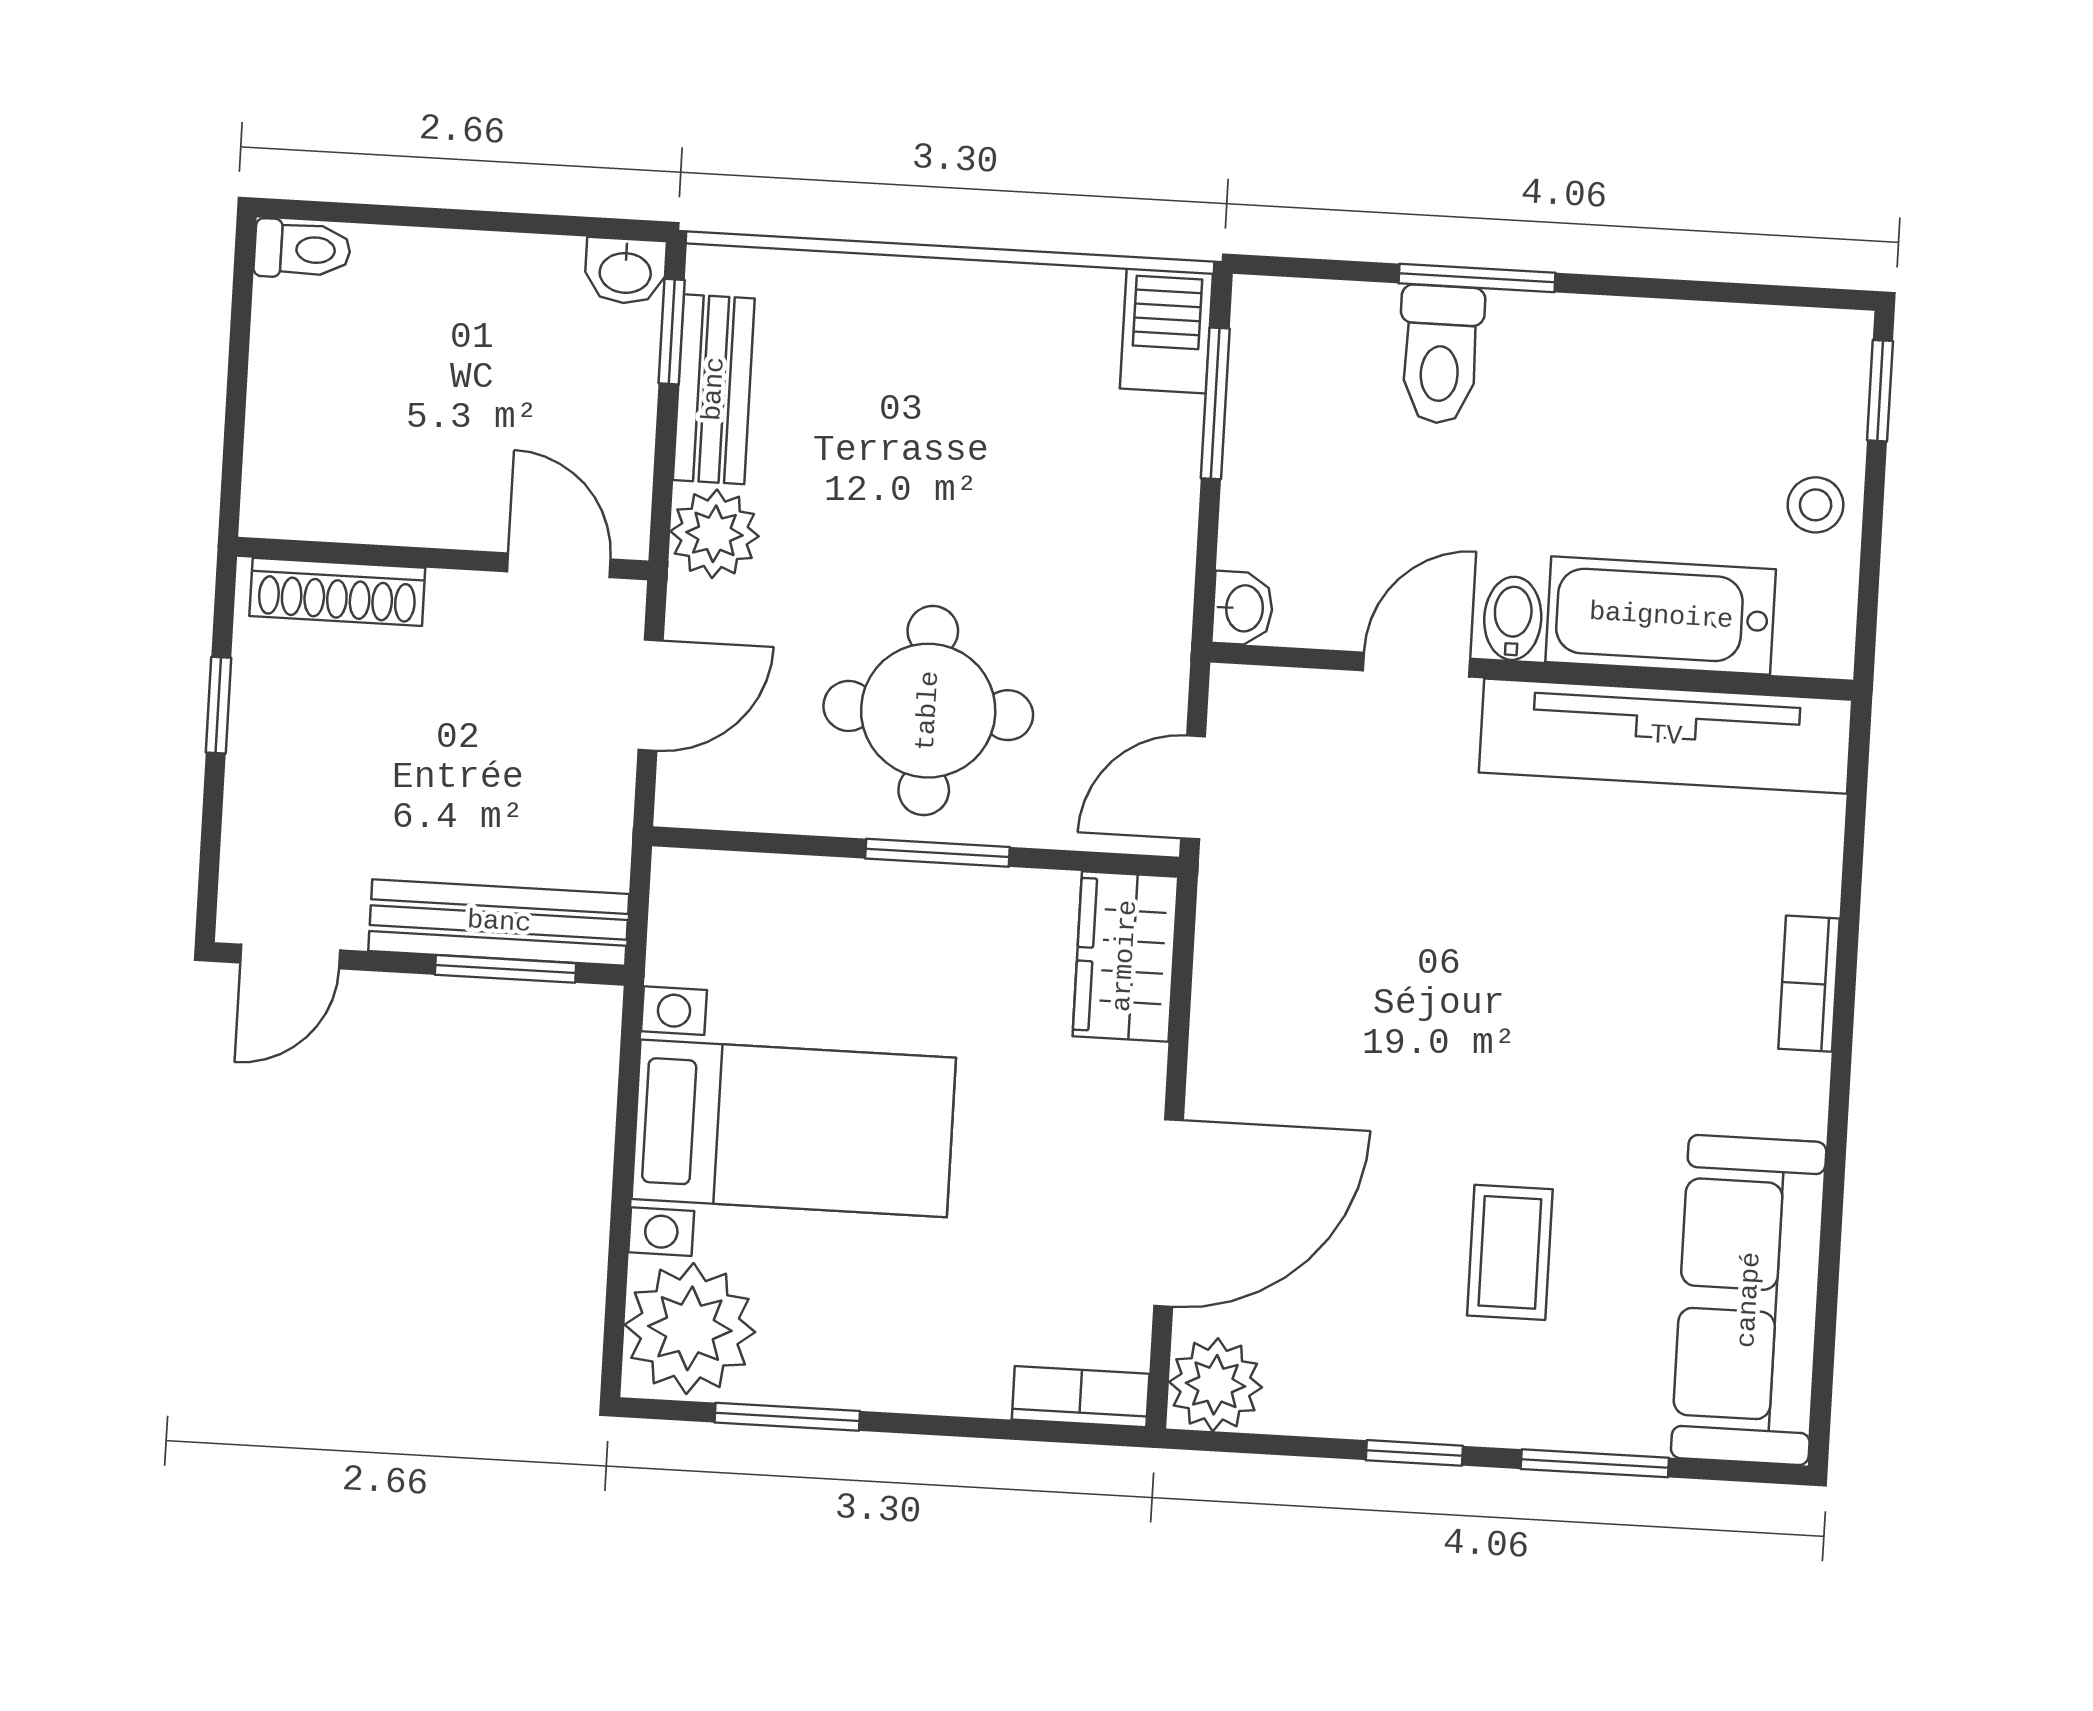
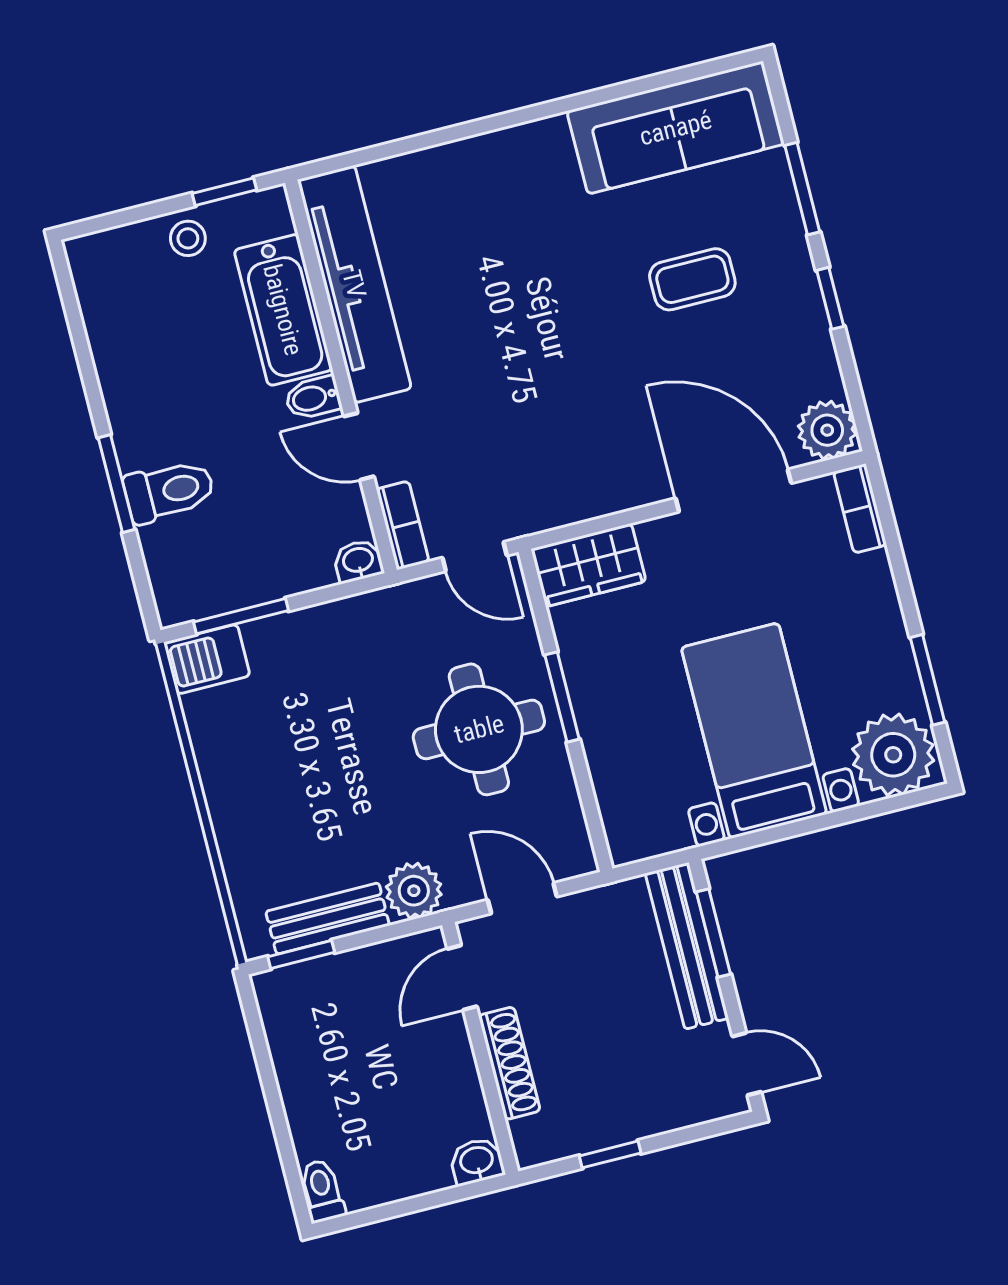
washbasin: (625, 271) -> (477, 1161), moved, turned -90
window: (1880, 391) -> (224, 192), moved
shoe rack: (337, 592) -> (509, 1063), moved
bookcase: (1809, 984) -> (403, 525), moved, turned -90

